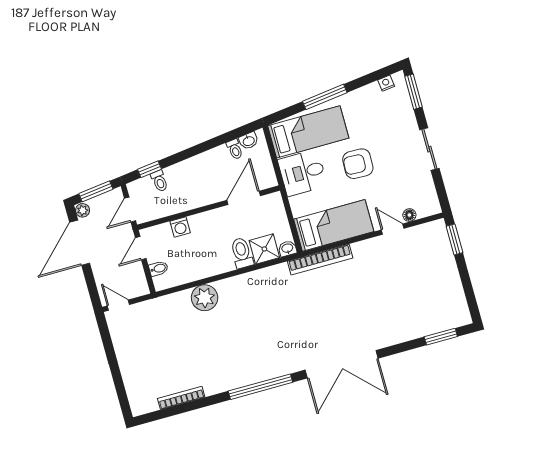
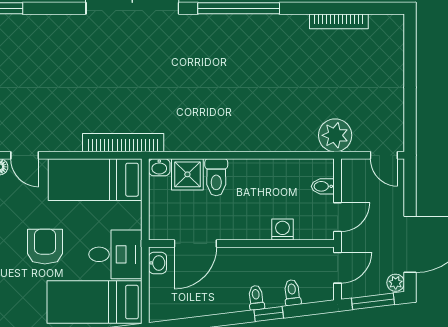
washbasin: (249, 141) -> (157, 263), moved, turned 97
toilet: (235, 149) -> (256, 298), moved
armchair: (358, 164) -> (45, 247), turned -92
window: (149, 169) -> (269, 314), moved
plant: (205, 298) -> (335, 135), moved

